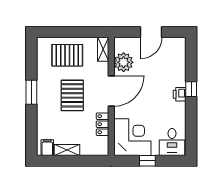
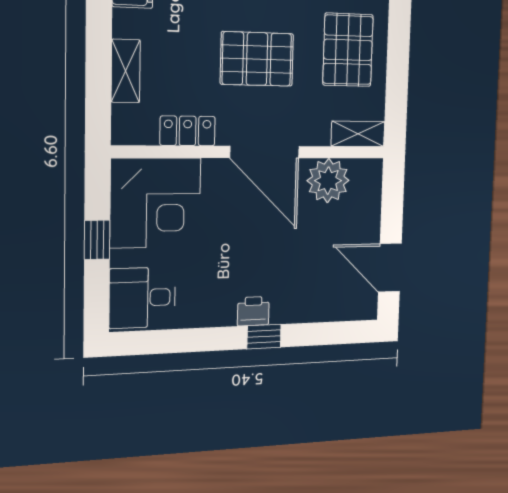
door: (151, 32) -> (390, 268), moved
shelving: (67, 150) -> (126, 71), moved

